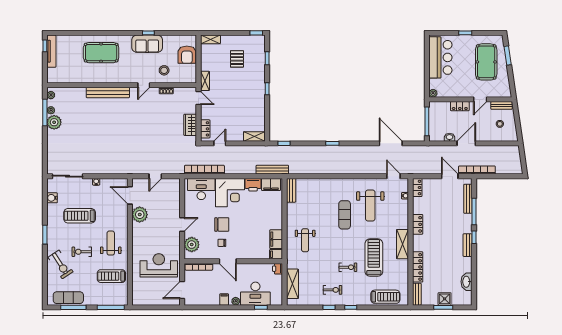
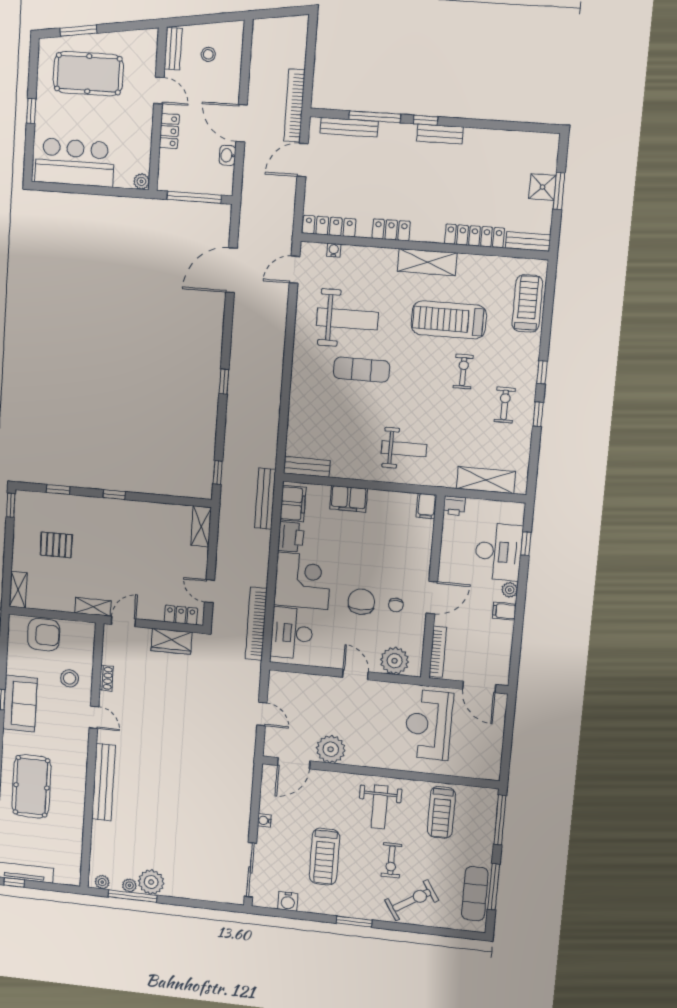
locker: (417, 187) -> (329, 226), width x1.53
filing cabinet: (276, 239) -> (349, 499), moved
weight bench: (111, 243) -> (380, 807), turned -90
washbasin: (467, 282) -> (512, 141), removed

